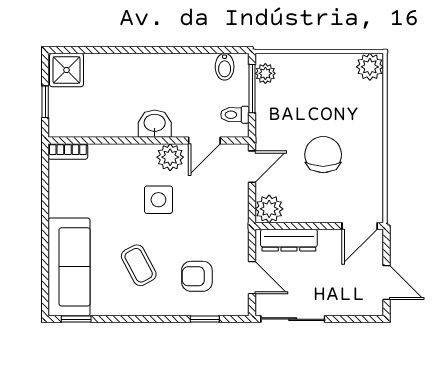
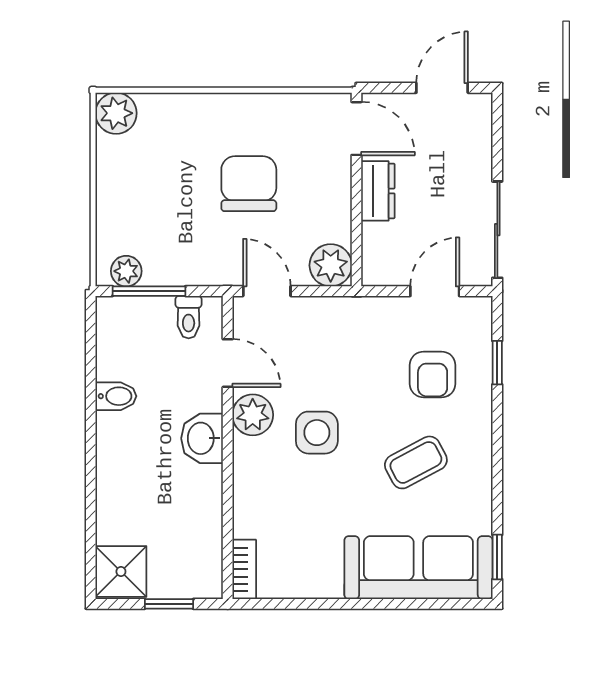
bidet: (225, 67) -> (116, 396), moved
chair: (323, 155) -> (249, 184), turned 90
dresser: (289, 240) -> (378, 191), moved, width x0.70

